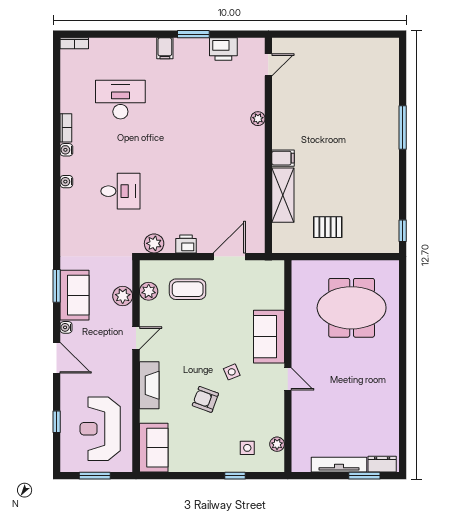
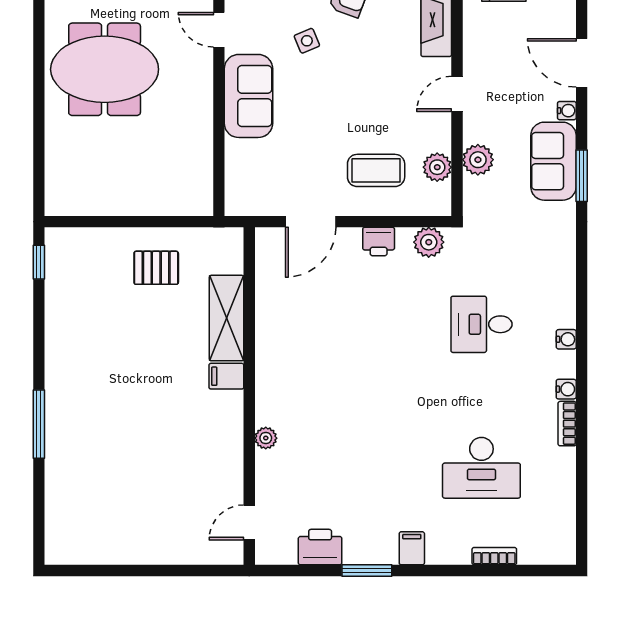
bookcase: (74, 43) -> (494, 556), moved
meeting table: (352, 308) -> (105, 69), moved

